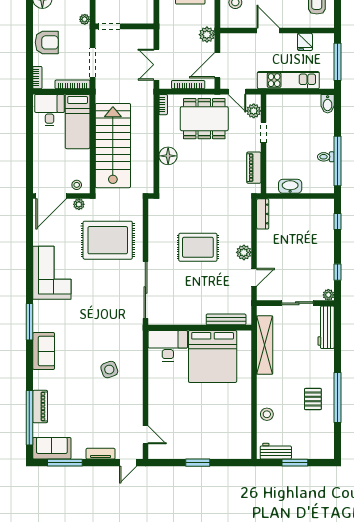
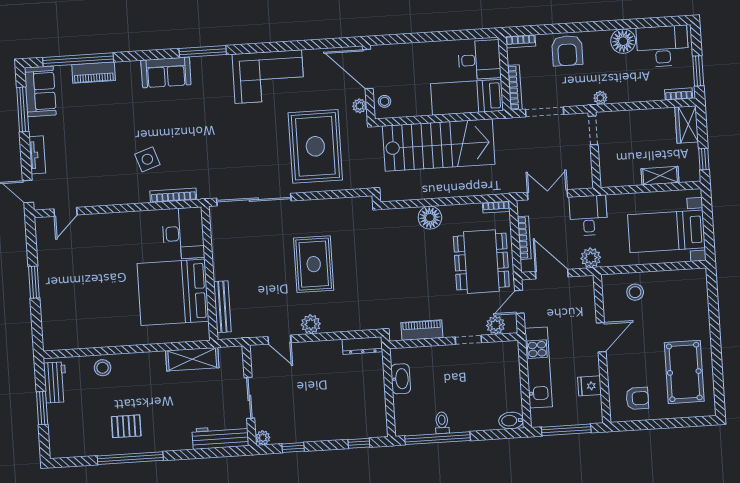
desk: (174, 34) -> (588, 215), added
shelving: (265, 345) -> (192, 359), width x0.68
bookcase: (138, 351) -> (173, 195), added

